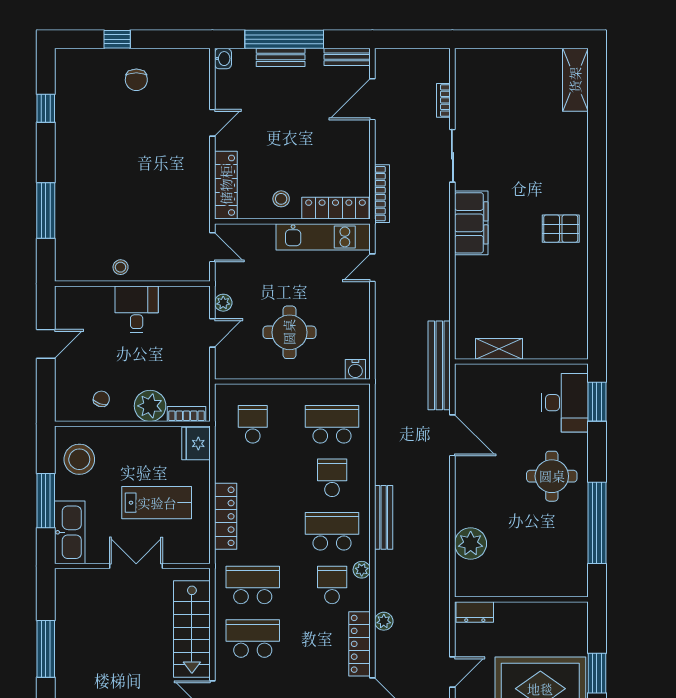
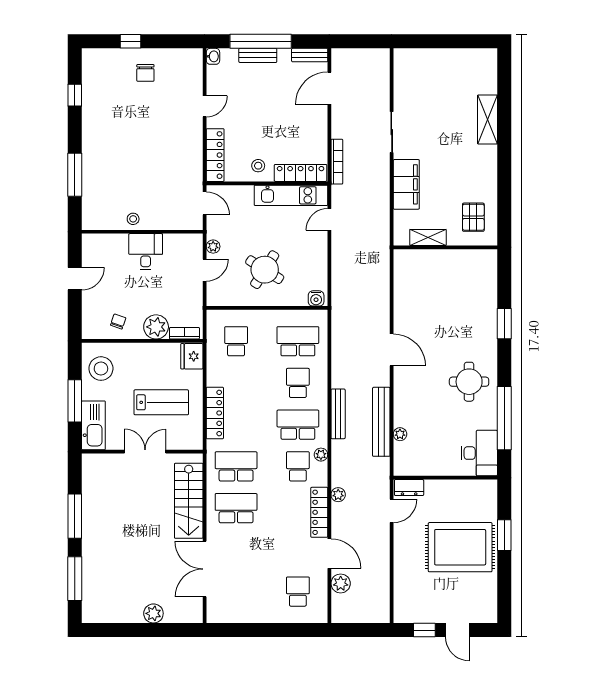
shelving: (575, 80) -> (487, 120), moved
bookcase: (443, 100) -> (385, 89), removed
pallet: (561, 229) -> (473, 217), moved, turned 90
round table: (289, 332) -> (265, 270), turned 32
shelving: (499, 349) -> (428, 237), moved
wall: (521, 362) -> (445, 247), moved
bench: (439, 365) -> (381, 422), moved
desk: (565, 403) -> (479, 453), moved
plant: (471, 544) -> (400, 434), width x0.53, depth x0.53
door: (452, 672) -> (392, 511), moved

